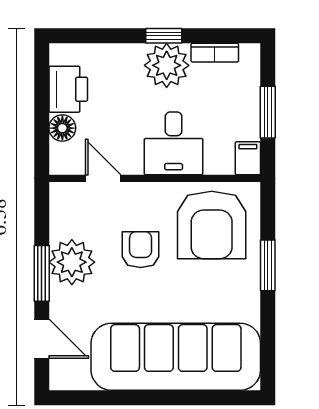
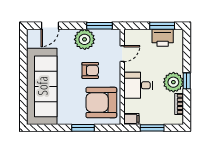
window: (42, 90) -> (162, 26), added
floor lamp: (62, 128) -> (145, 35), removed
window: (42, 273) -> (100, 26), moved

